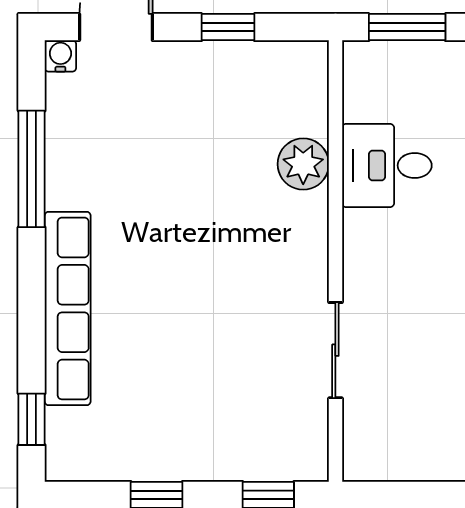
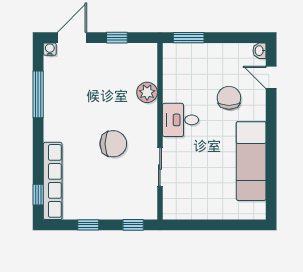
desk: (387, 165) -> (181, 120), moved
chair: (219, 292) -> (113, 144), added
row of seats: (68, 308) -> (53, 181), moved

